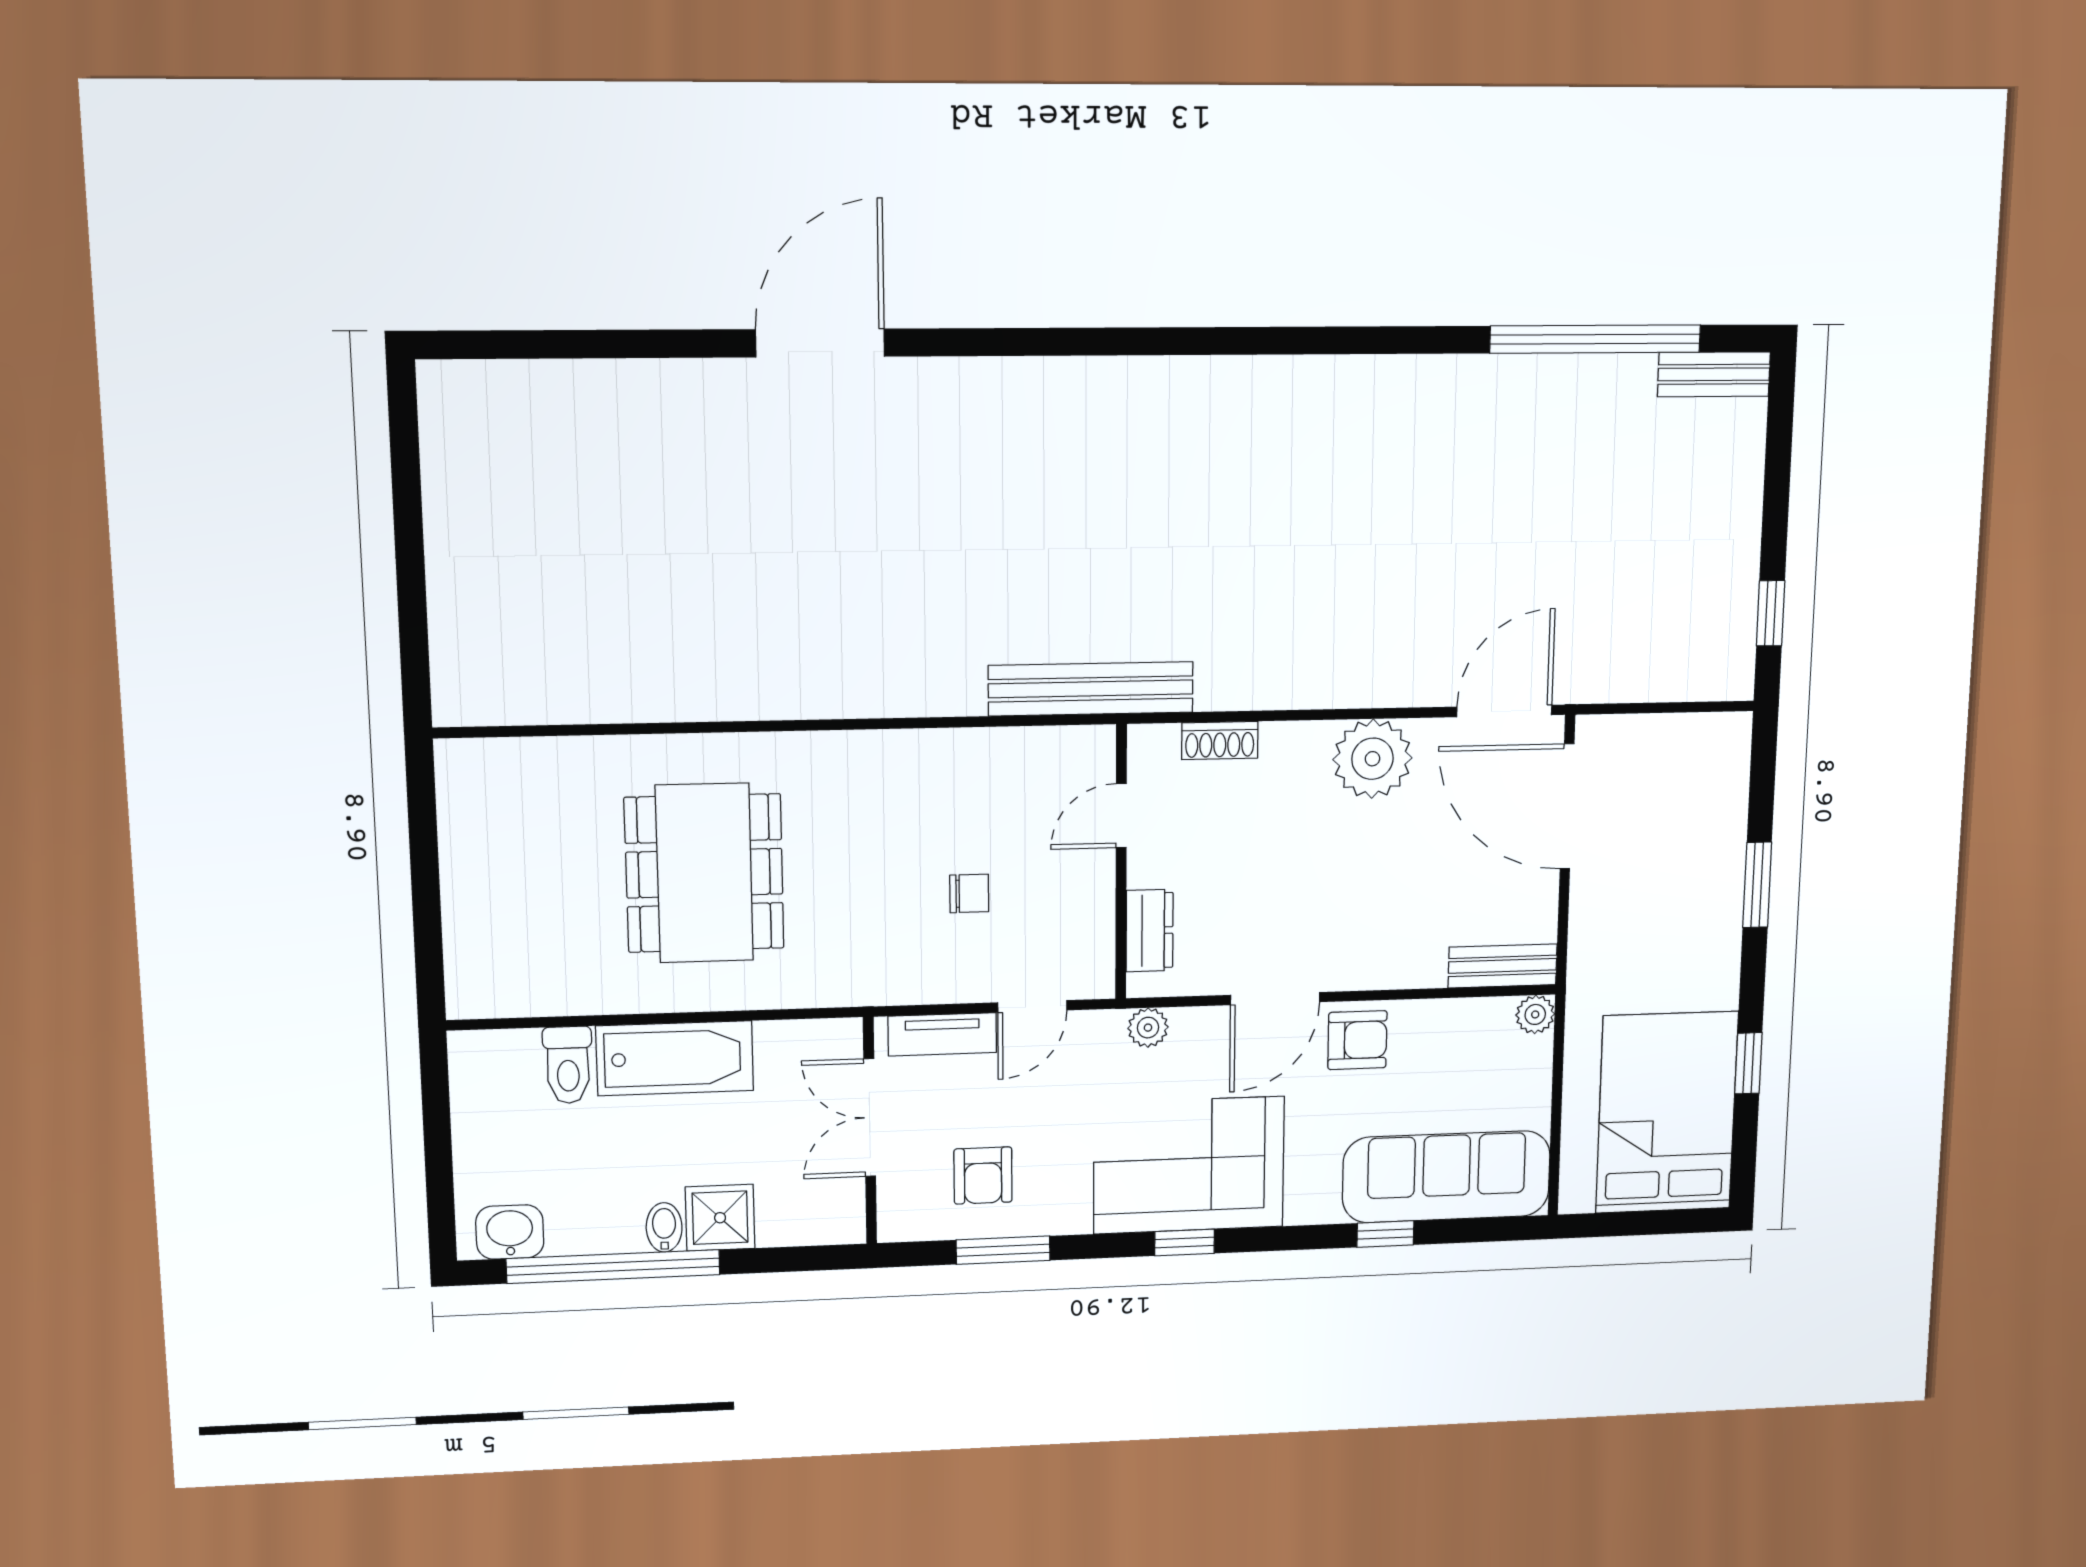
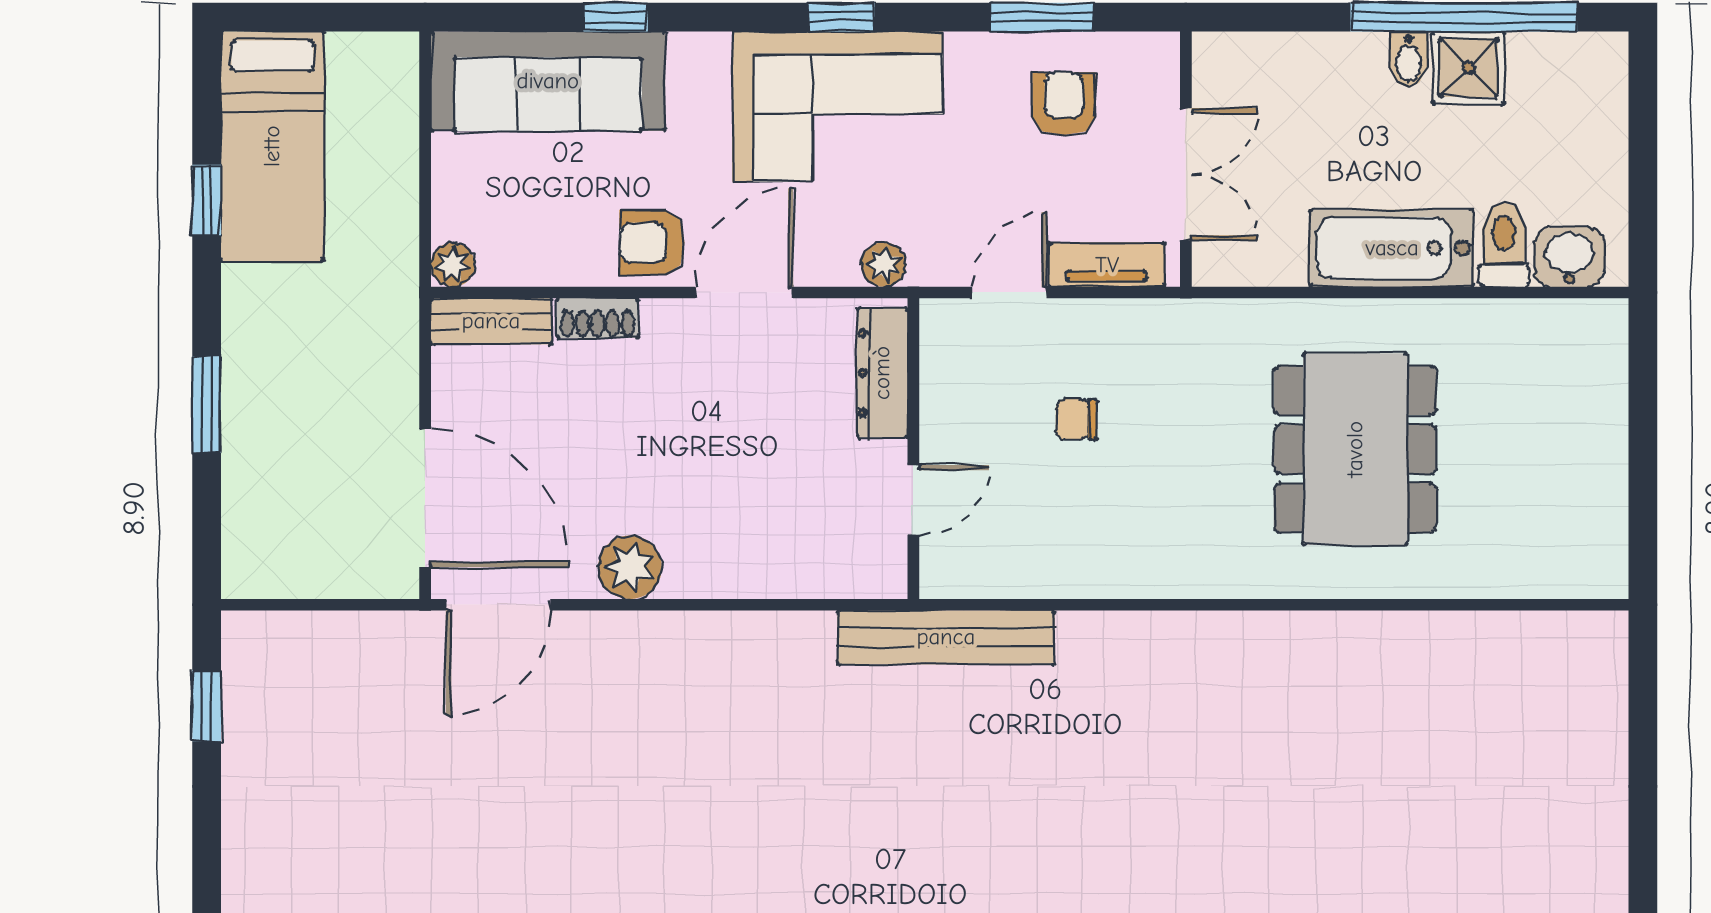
shoe rack: (1220, 740) -> (597, 318), moved, turned 180
plant: (1372, 759) -> (630, 567), width x0.73, depth x0.73
dresser: (1149, 931) -> (882, 373), width x1.44
bed: (1667, 1113) -> (272, 146), width x0.67
shower: (720, 1218) -> (1468, 68), moved
washbasin: (510, 1232) -> (1569, 257), moved, turned 180

